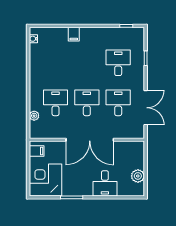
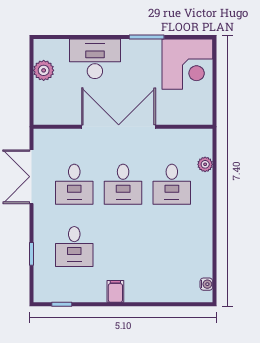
filing cabinet: (74, 34) -> (115, 291), moved
filing cabinet: (37, 151) -> (201, 109), removed
desk: (105, 183) -> (95, 59), width x1.37

